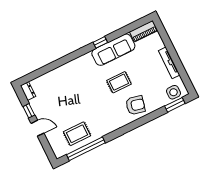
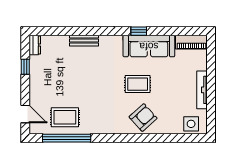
bench: (63, 70) -> (84, 41), added
armchair: (135, 105) -> (143, 118), turned -55
window: (175, 105) -> (186, 138), removed
door: (37, 128) -> (25, 114), moved

